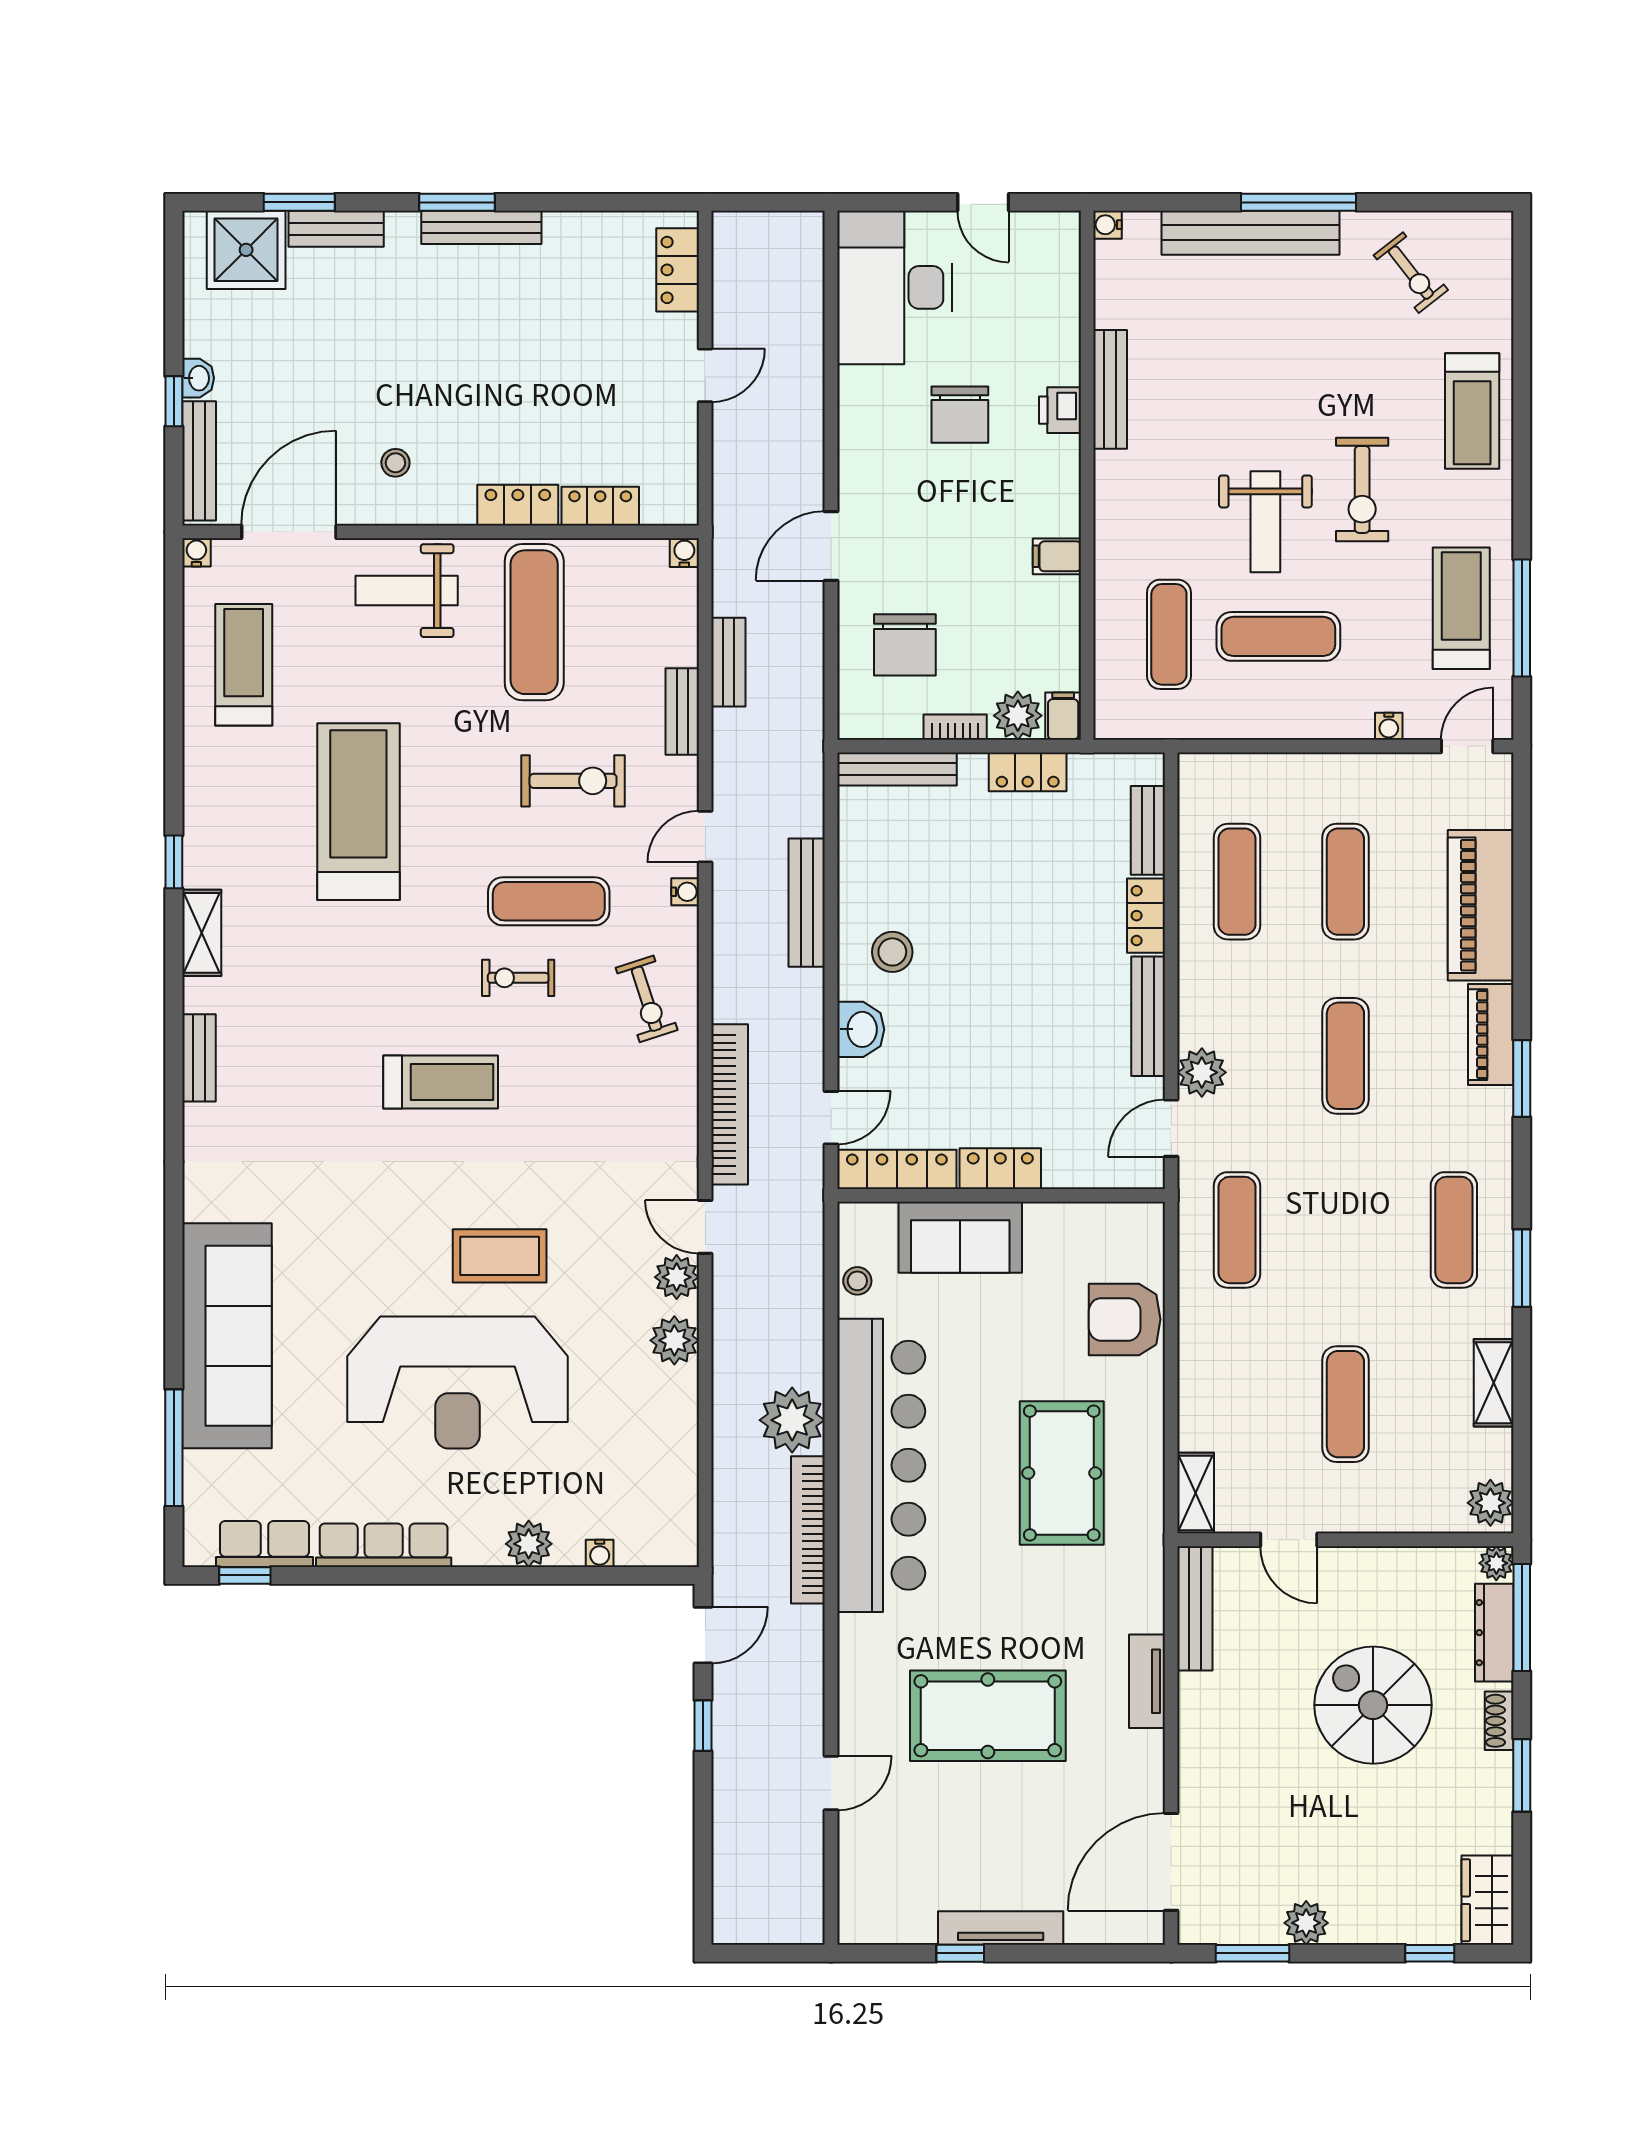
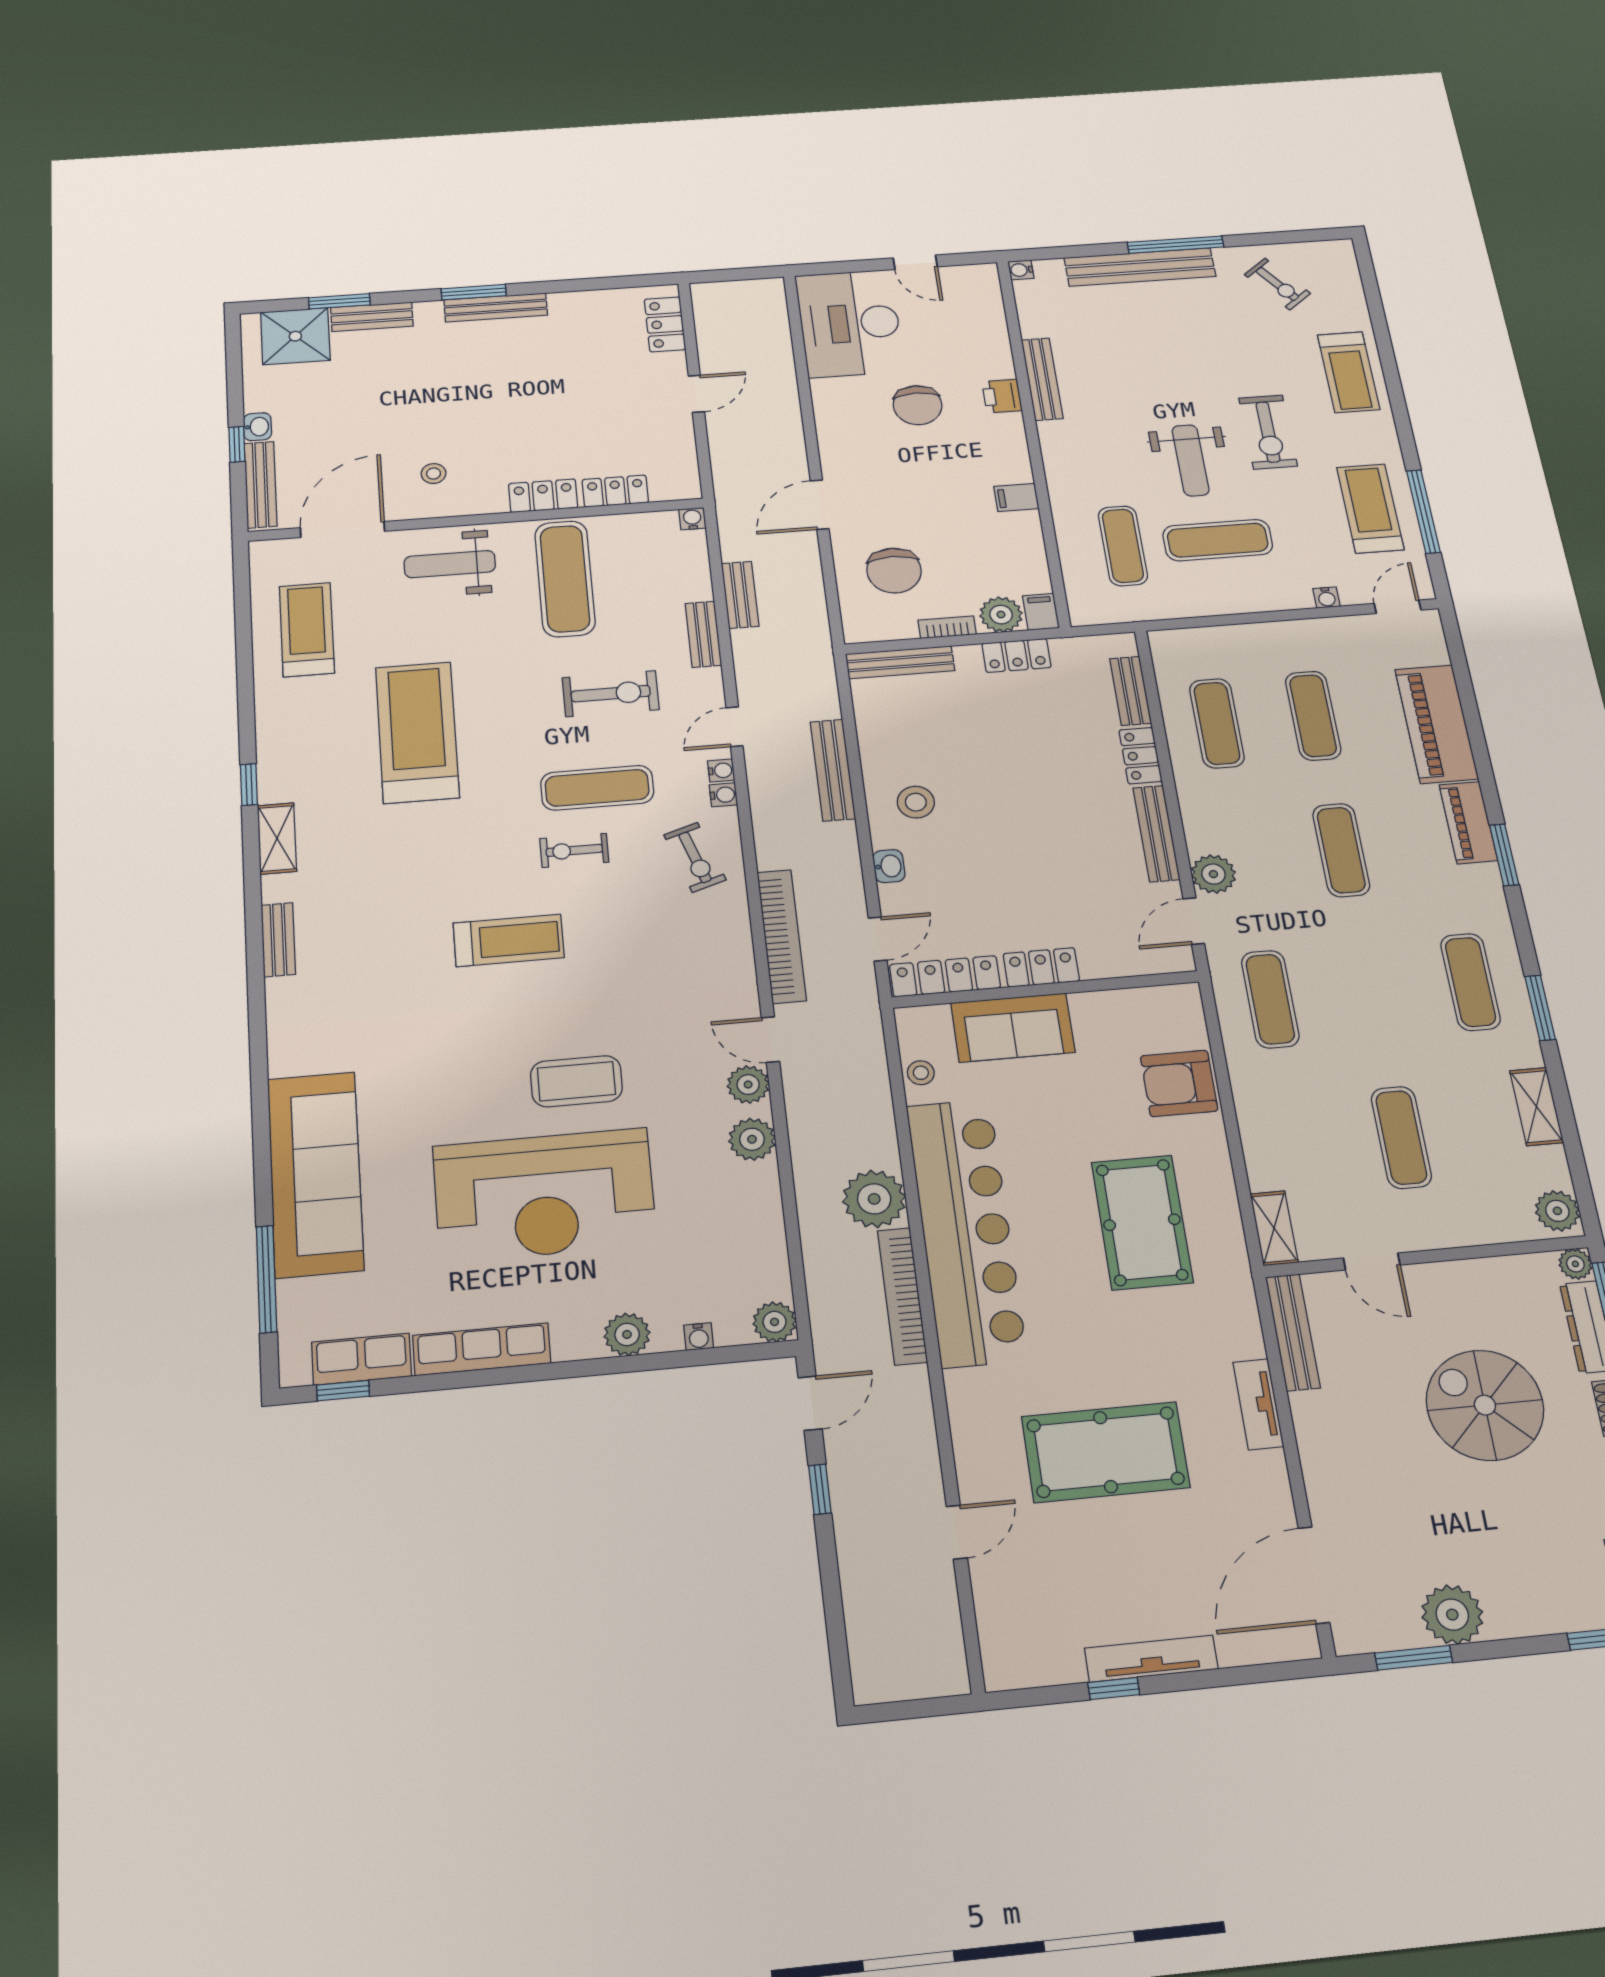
water cooler: (196, 552) -> (723, 795), moved, turned 90
washbasin: (861, 1029) -> (889, 866), width x0.72, depth x0.69
plant: (677, 1545) -> (775, 1322), added
plant: (1306, 1923) -> (1452, 1615), width x1.36, depth x1.36

